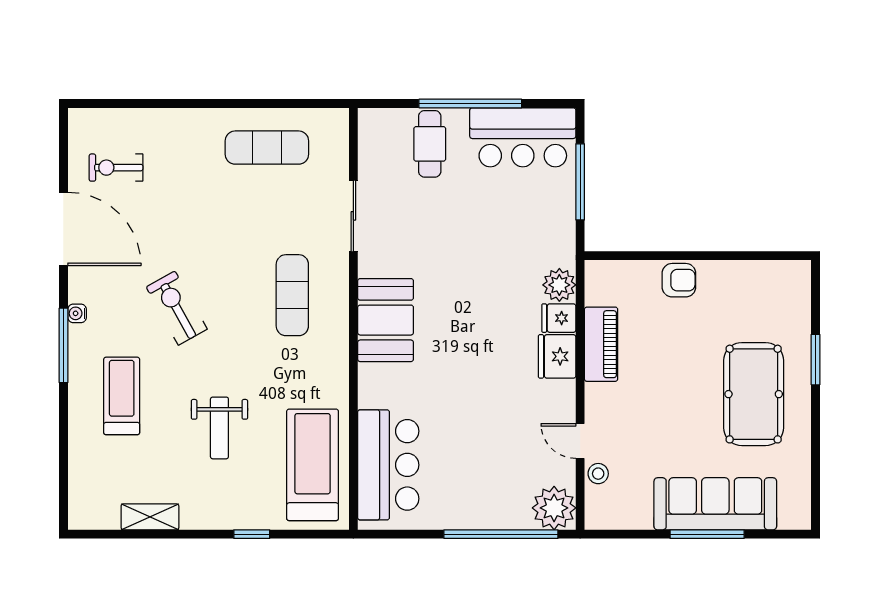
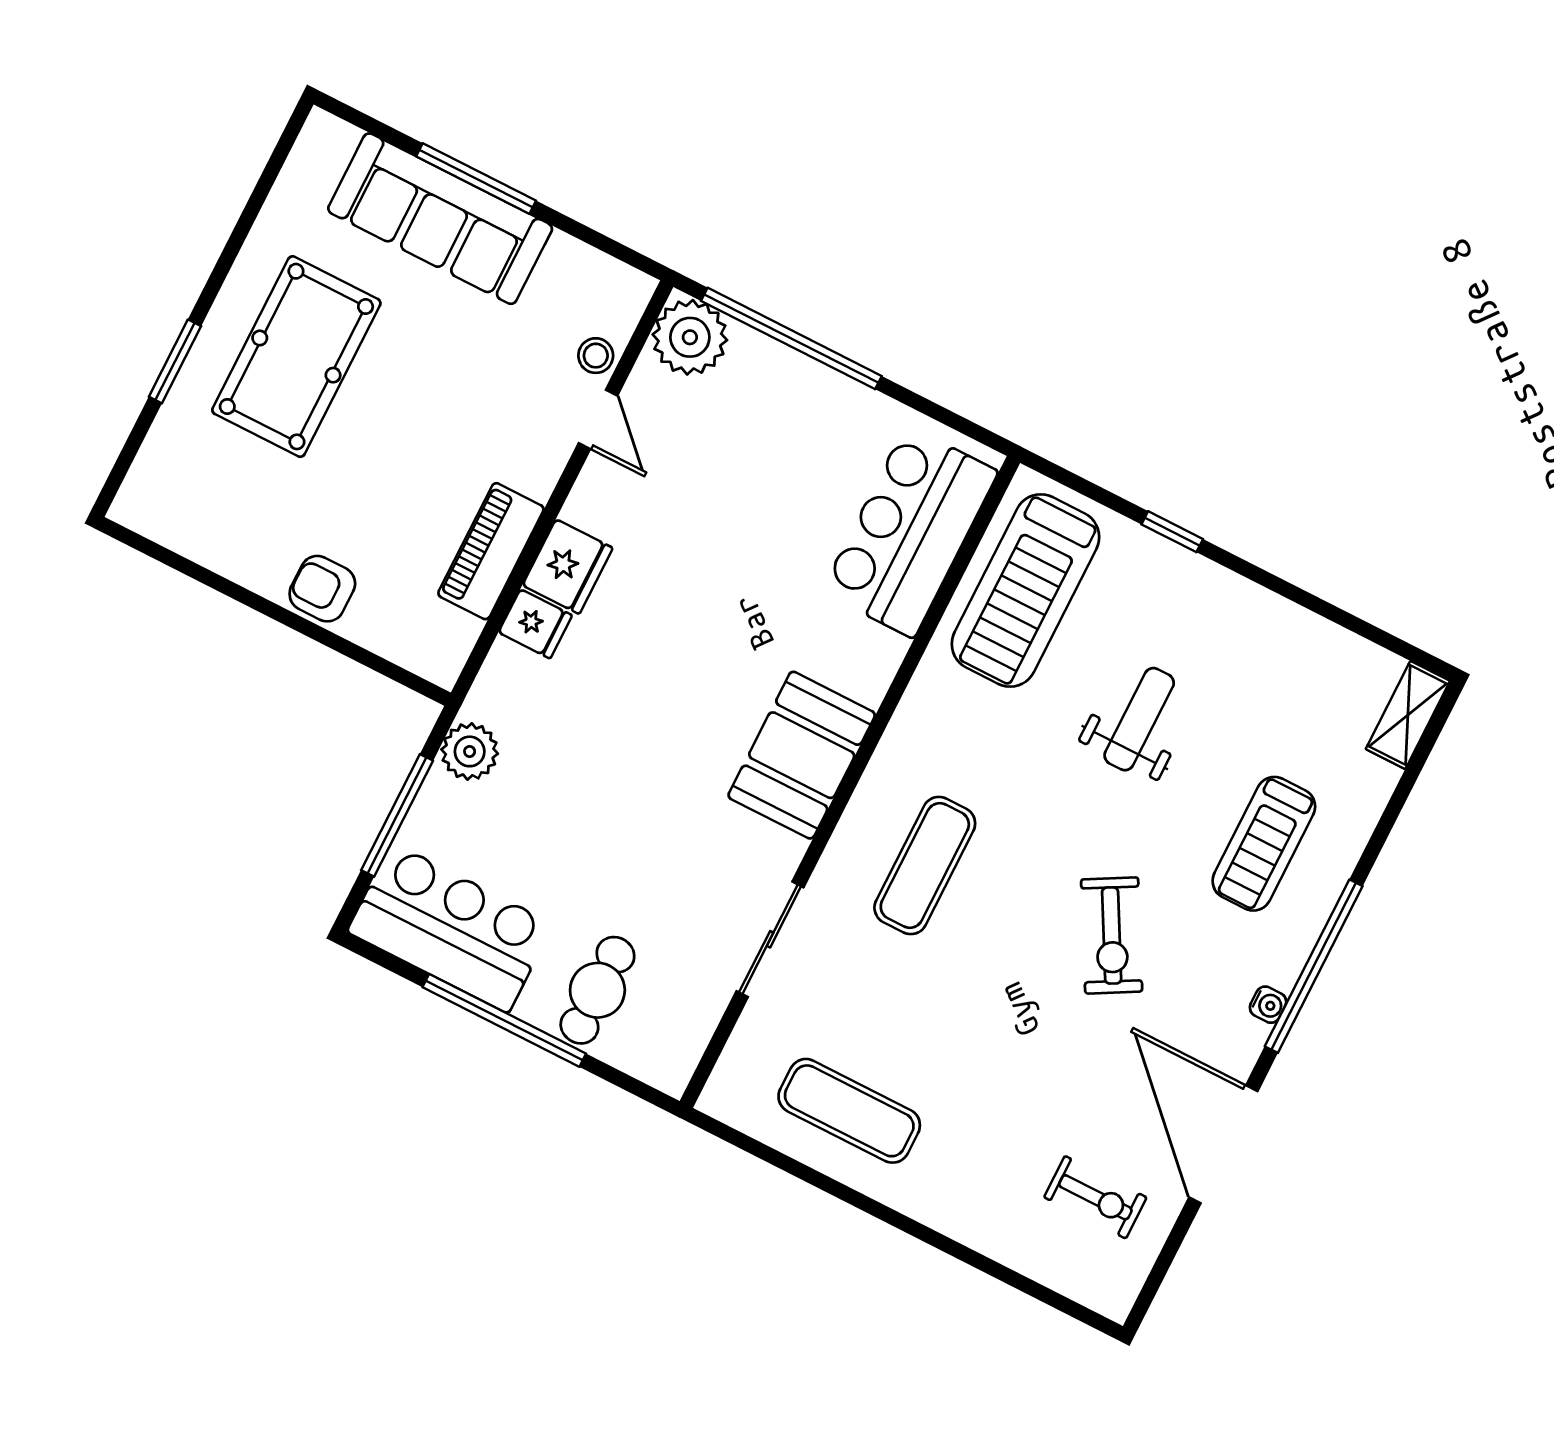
plant: (559, 285) -> (470, 751), moved
window: (63, 345) -> (1314, 966), width x1.46
shelving: (150, 517) -> (1408, 715), moved, turned 90

